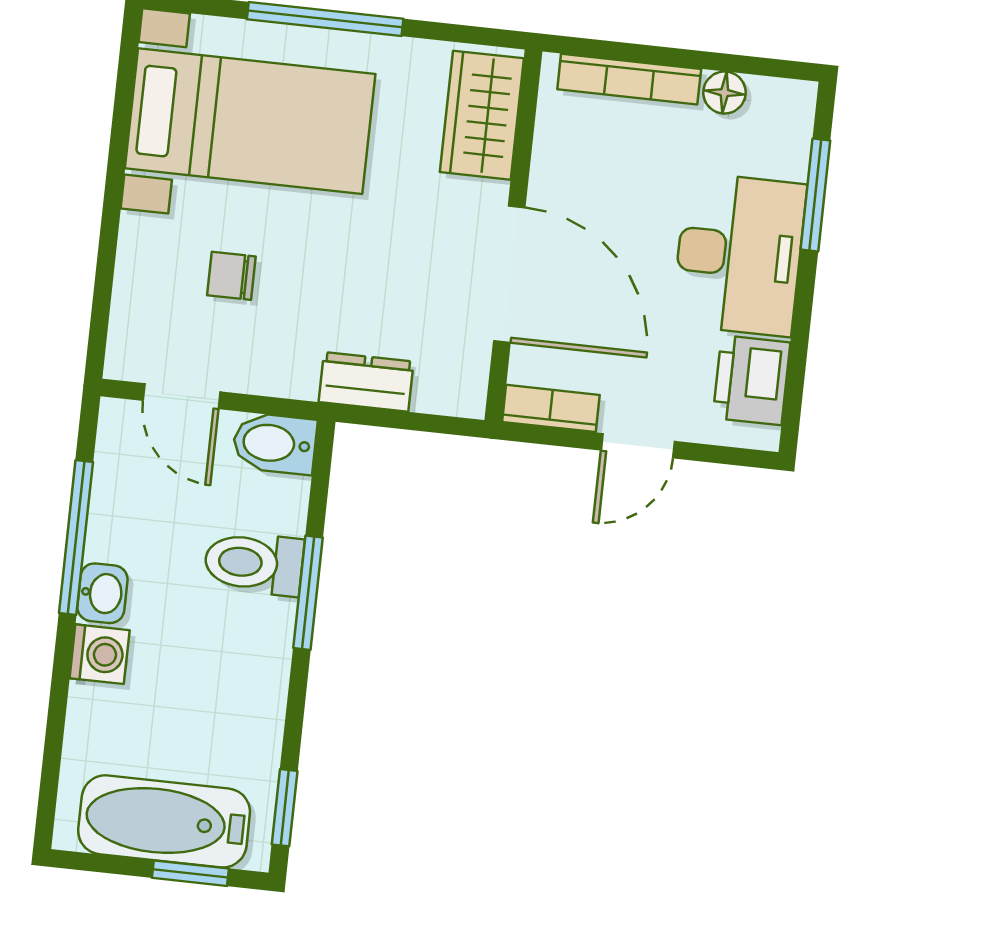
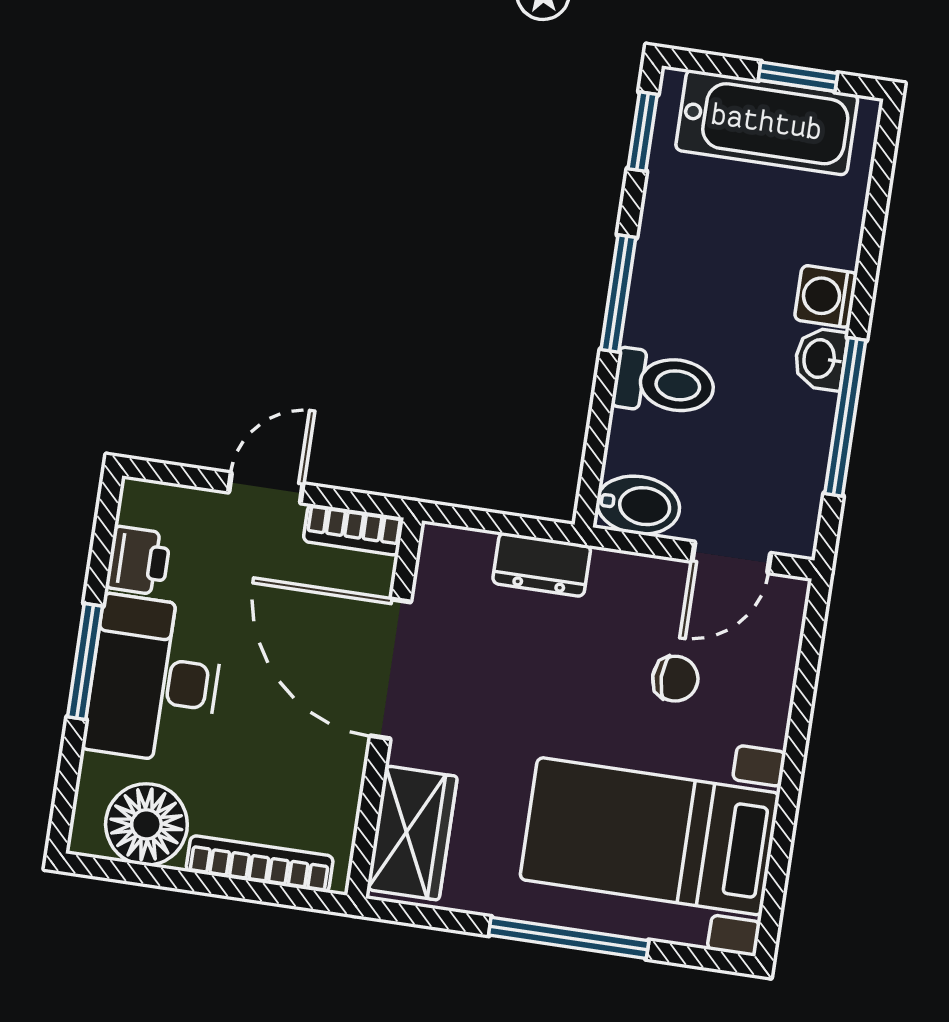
floor lamp: (724, 93) -> (146, 824), width x1.89, depth x1.89
window: (815, 195) -> (85, 661), moved
printer: (752, 380) -> (138, 561), width x0.73, depth x0.81
door: (182, 396) -> (731, 557), swing flipped
window: (308, 593) -> (618, 294), moved
window: (190, 873) -> (798, 77), moved

